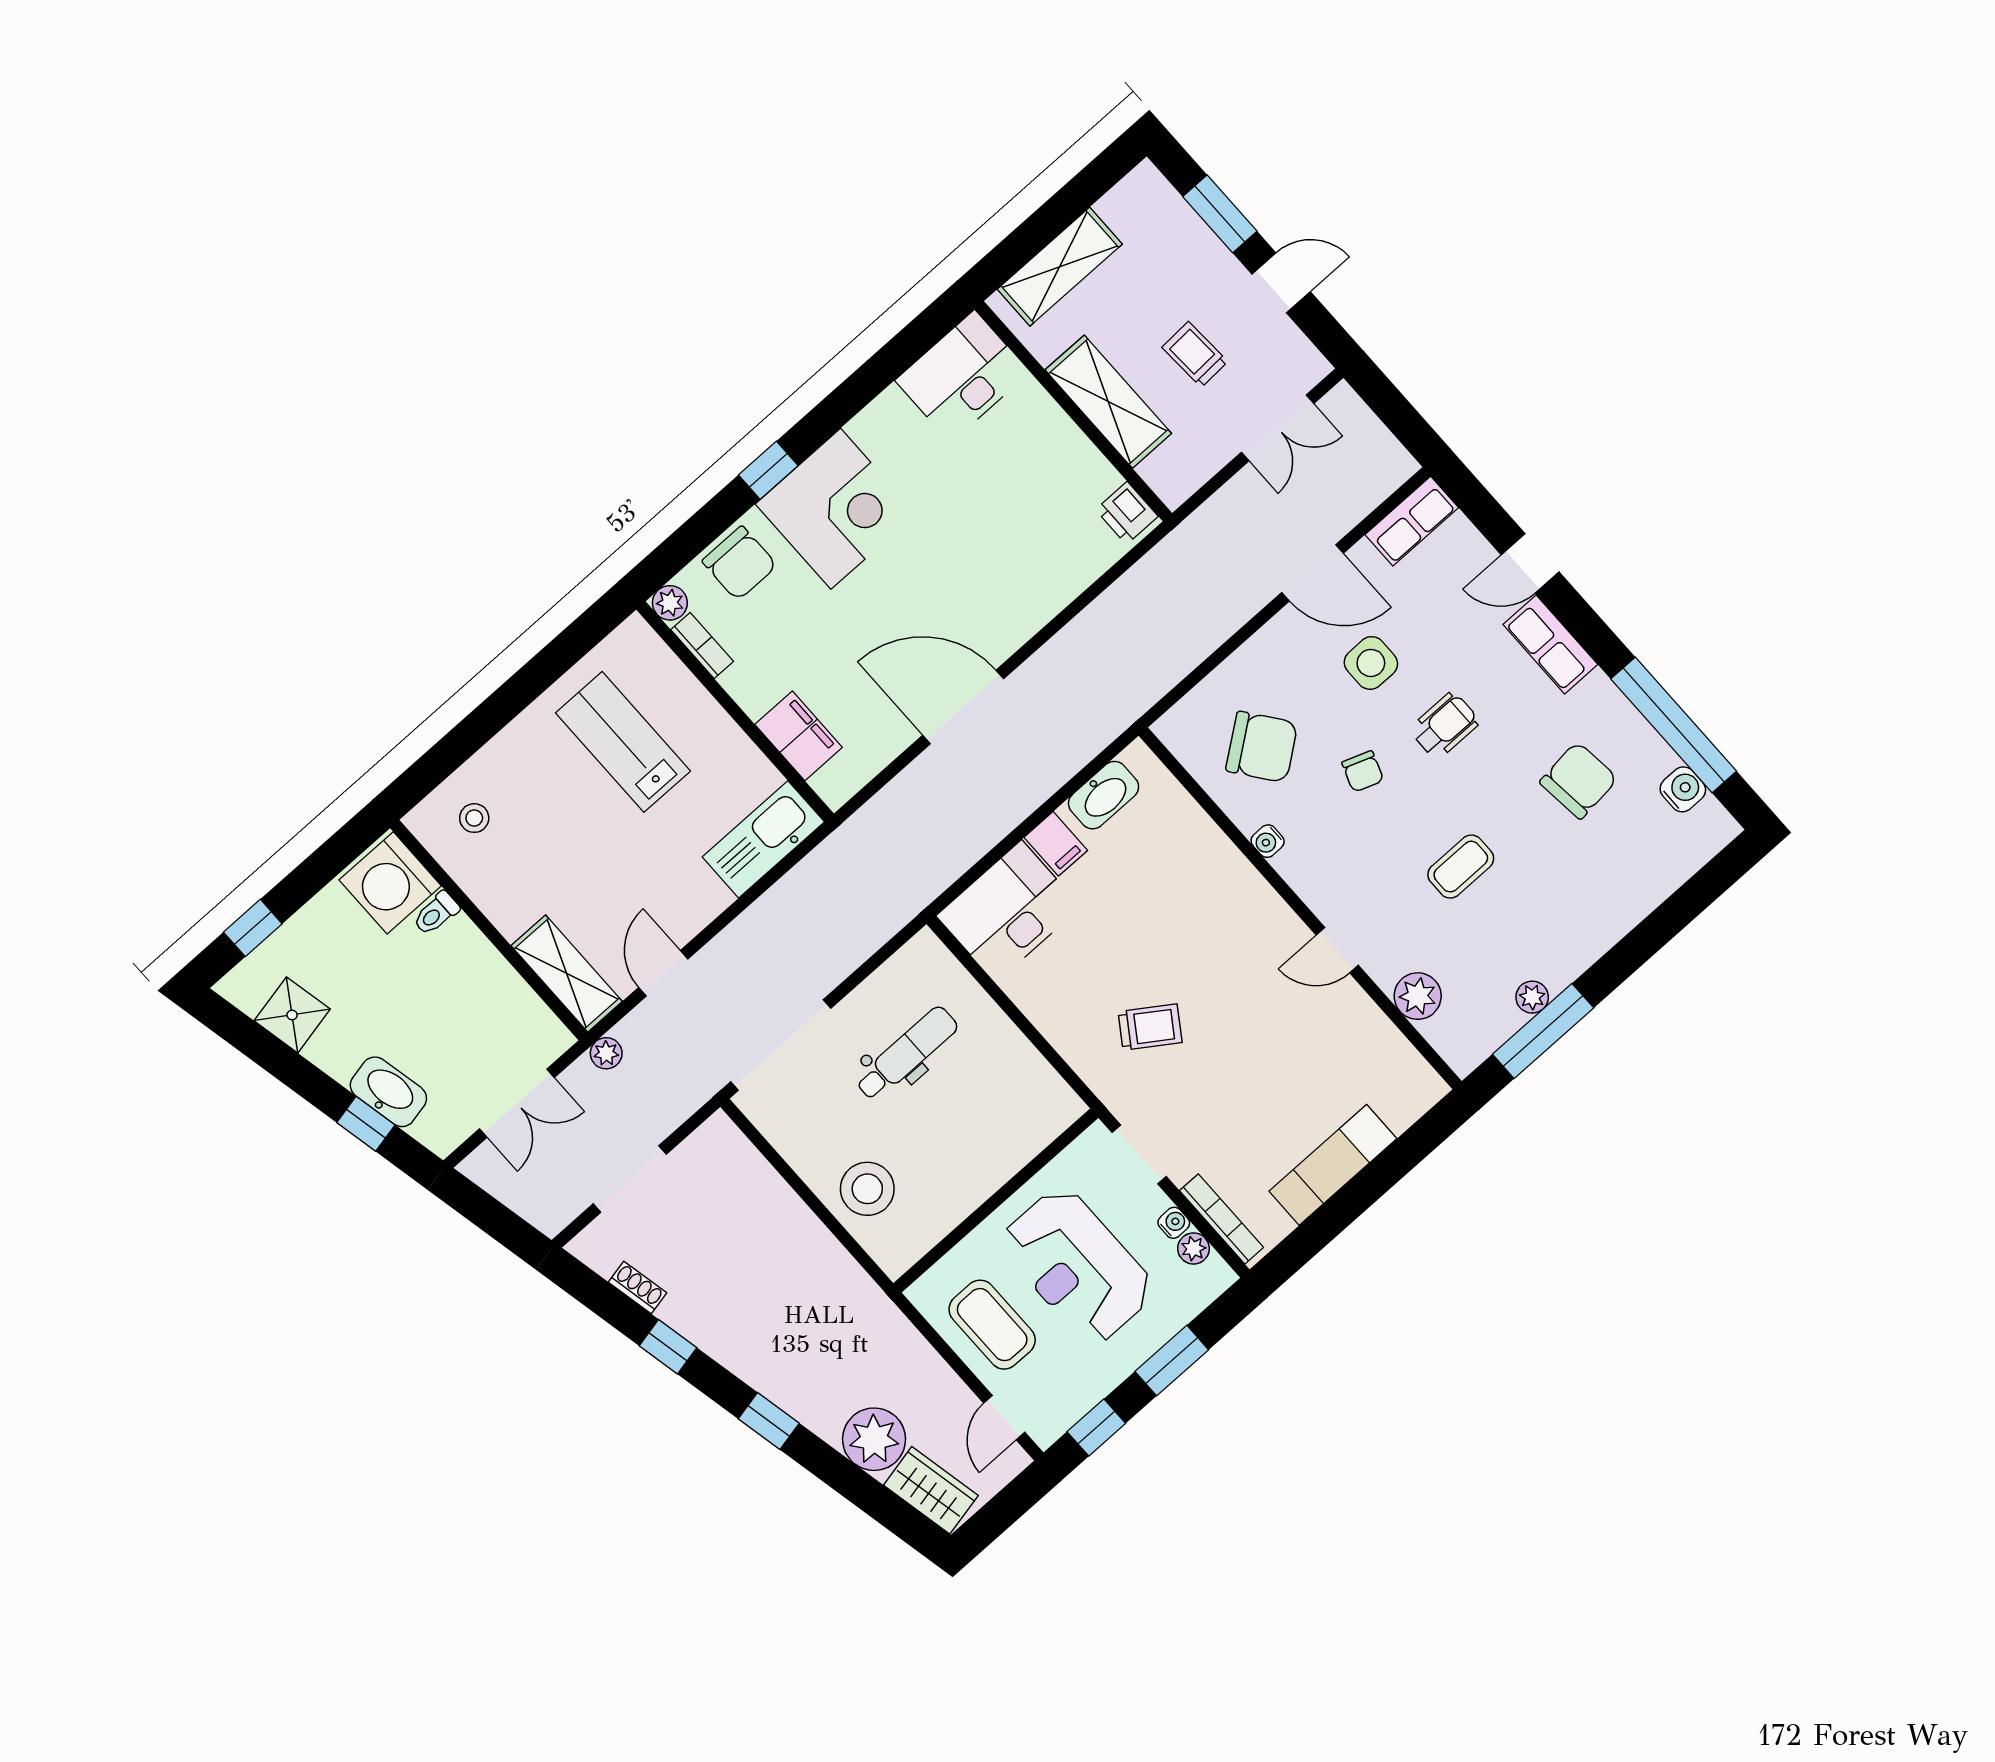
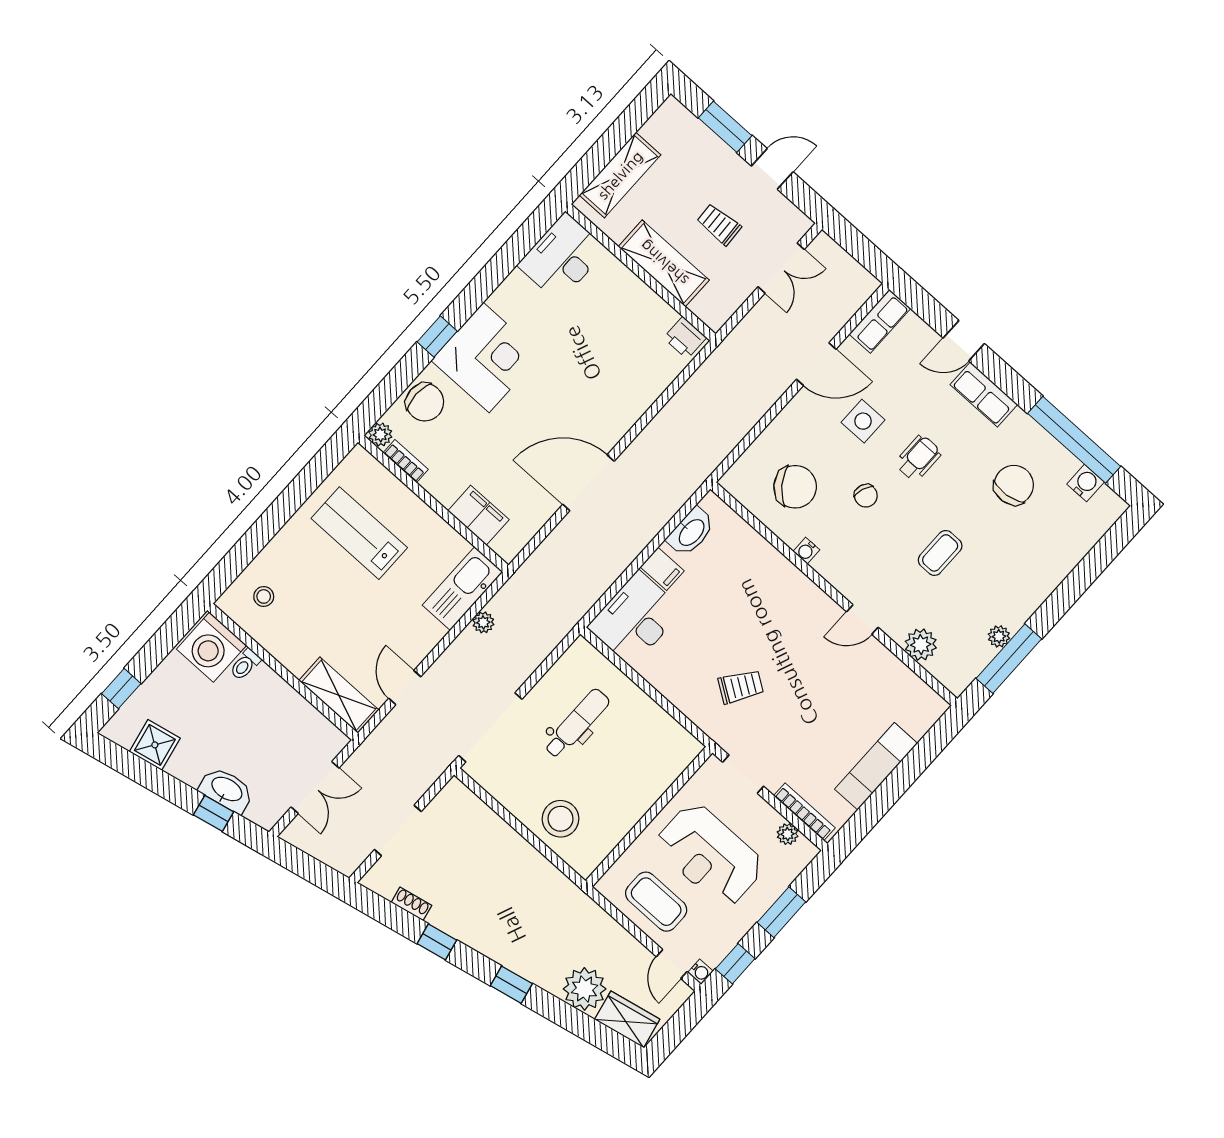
plant: (606, 1053) -> (483, 622), moved
water cooler: (1174, 1223) -> (700, 972), moved, turned 90

